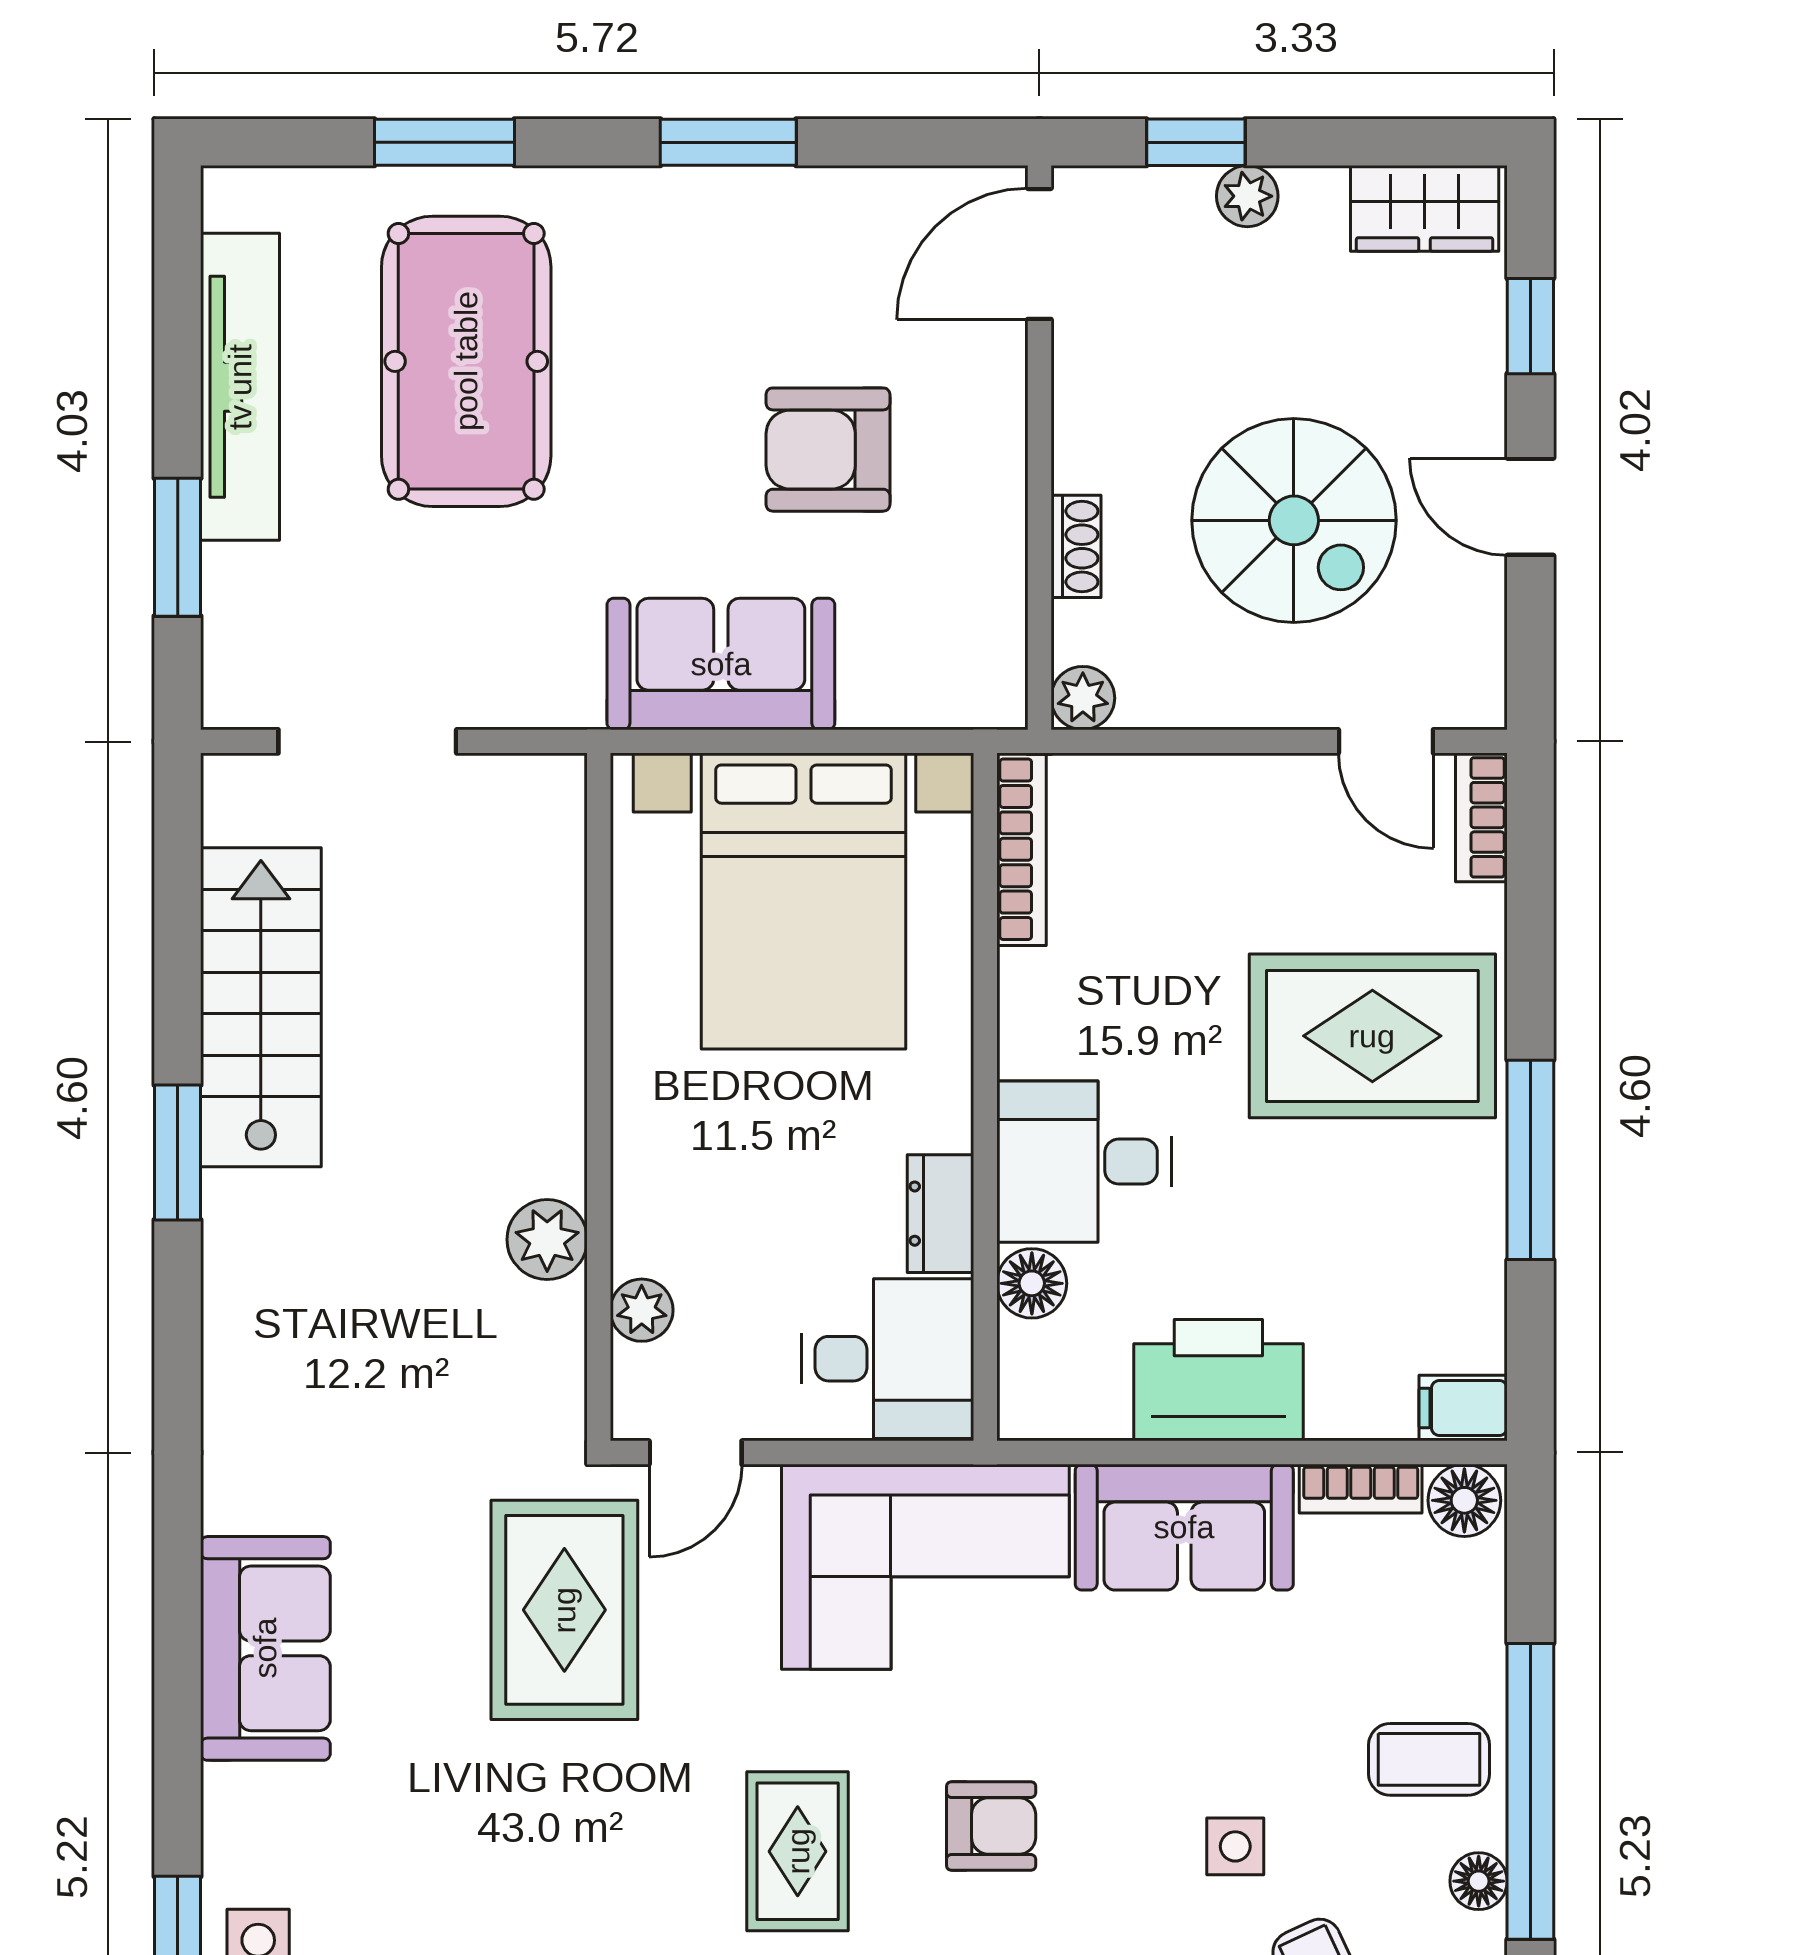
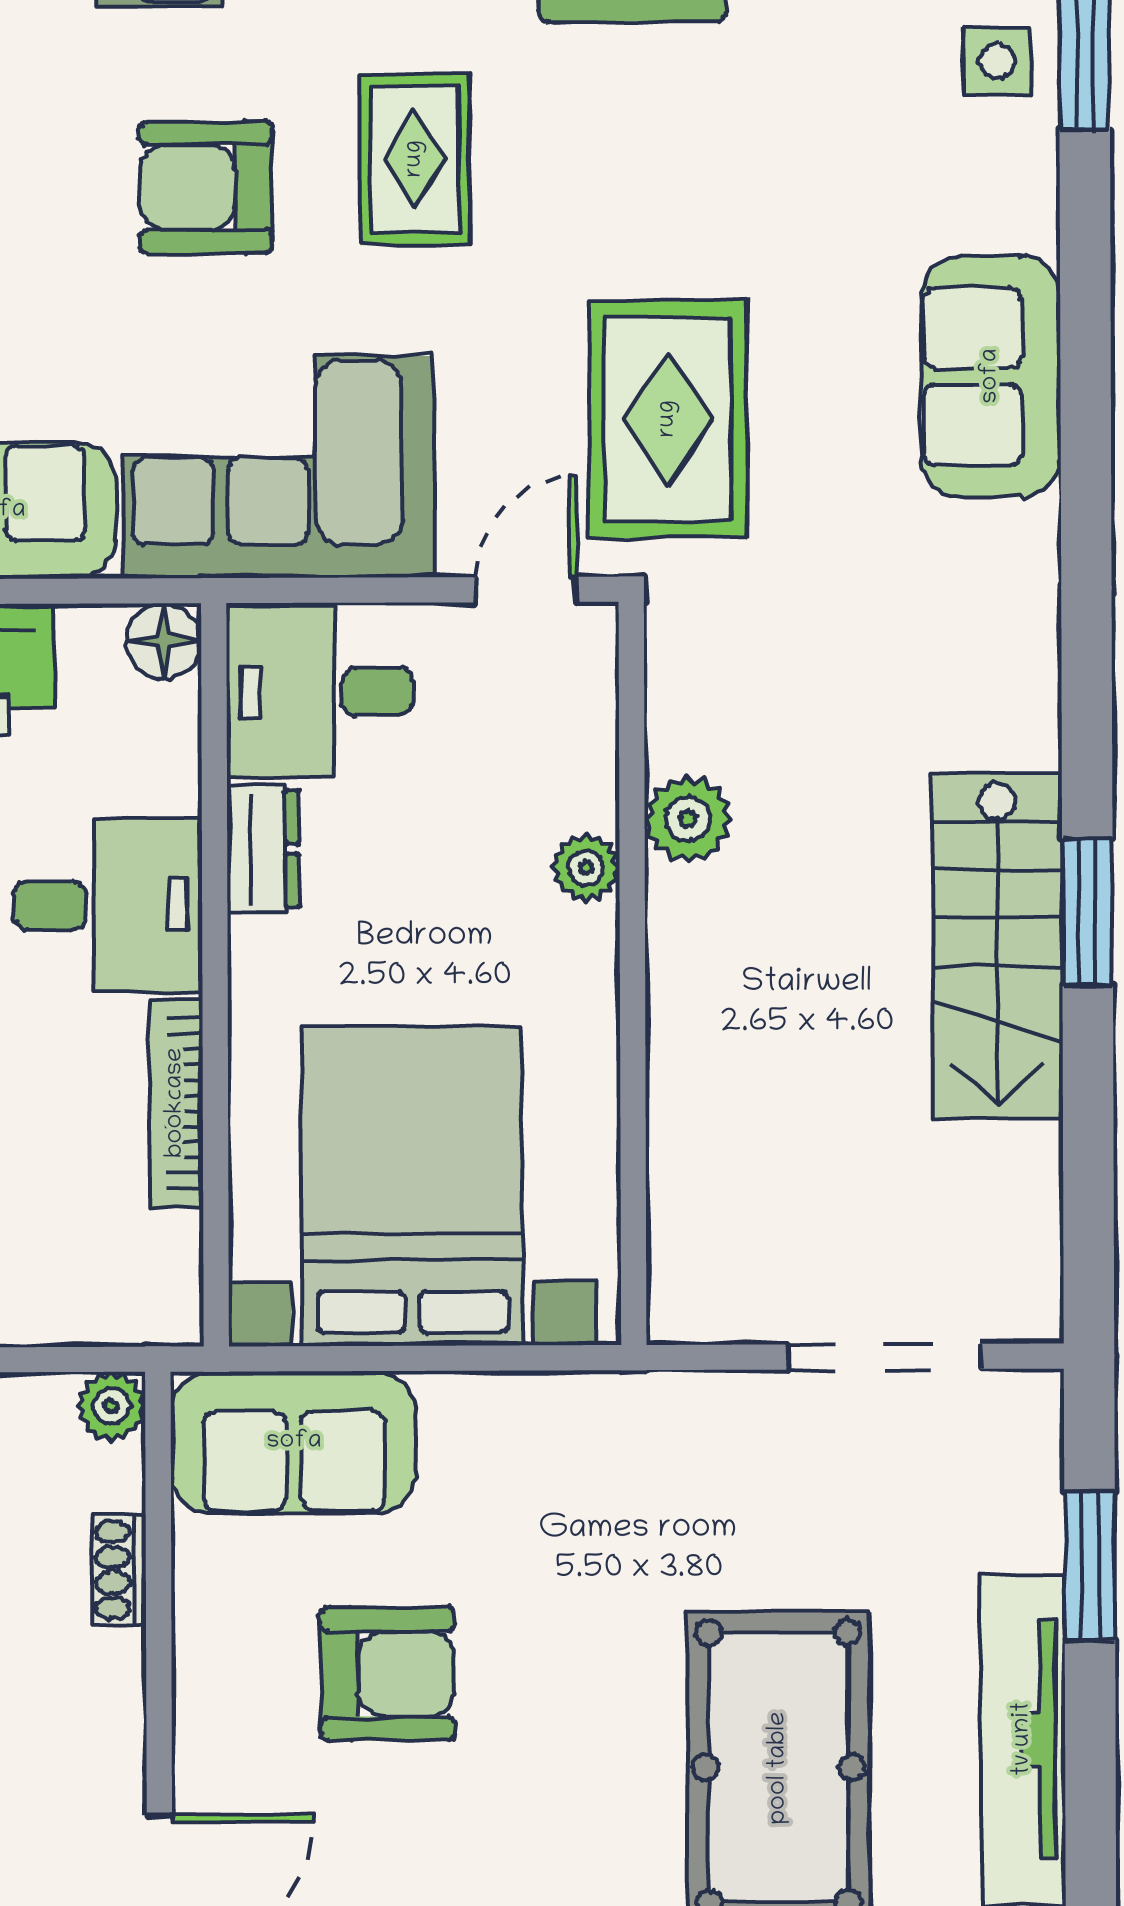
sofa: (721, 664) -> (294, 1442), moved
bookcase: (1022, 849) -> (176, 1103), moved
stairs: (261, 1007) -> (998, 946), moved
floor lamp: (1032, 1283) -> (164, 641), moved
plant: (642, 1310) -> (586, 868), moved
armchair: (991, 1826) -> (206, 187), width x1.38, depth x1.38

